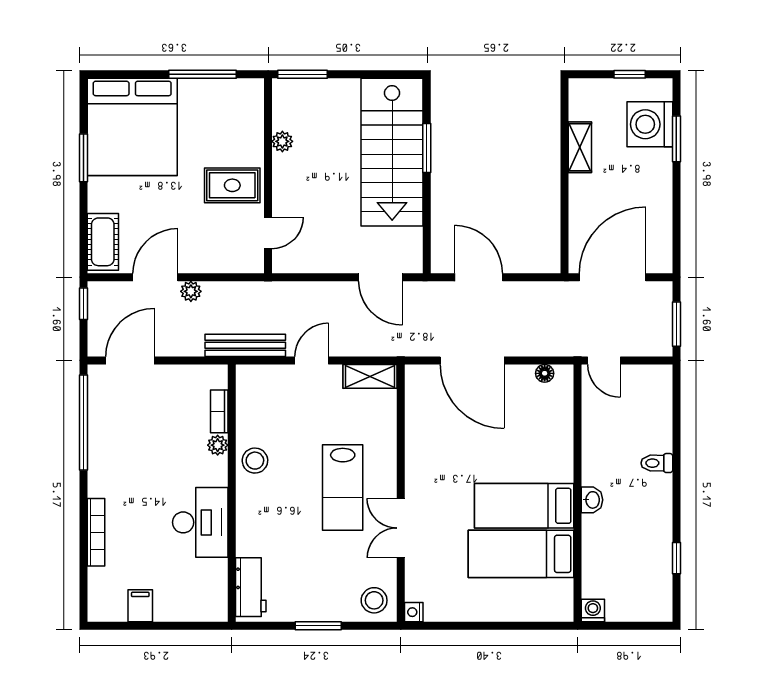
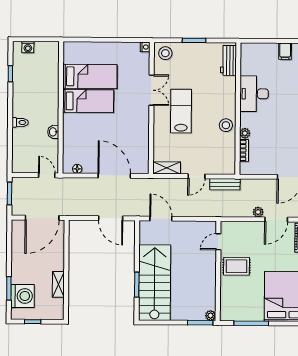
plant: (282, 141) -> (211, 316), moved
bench: (245, 345) -> (225, 184), width x0.73
washbasin: (592, 500) -> (53, 132), moved
washing machine: (593, 610) -> (28, 47), moved

